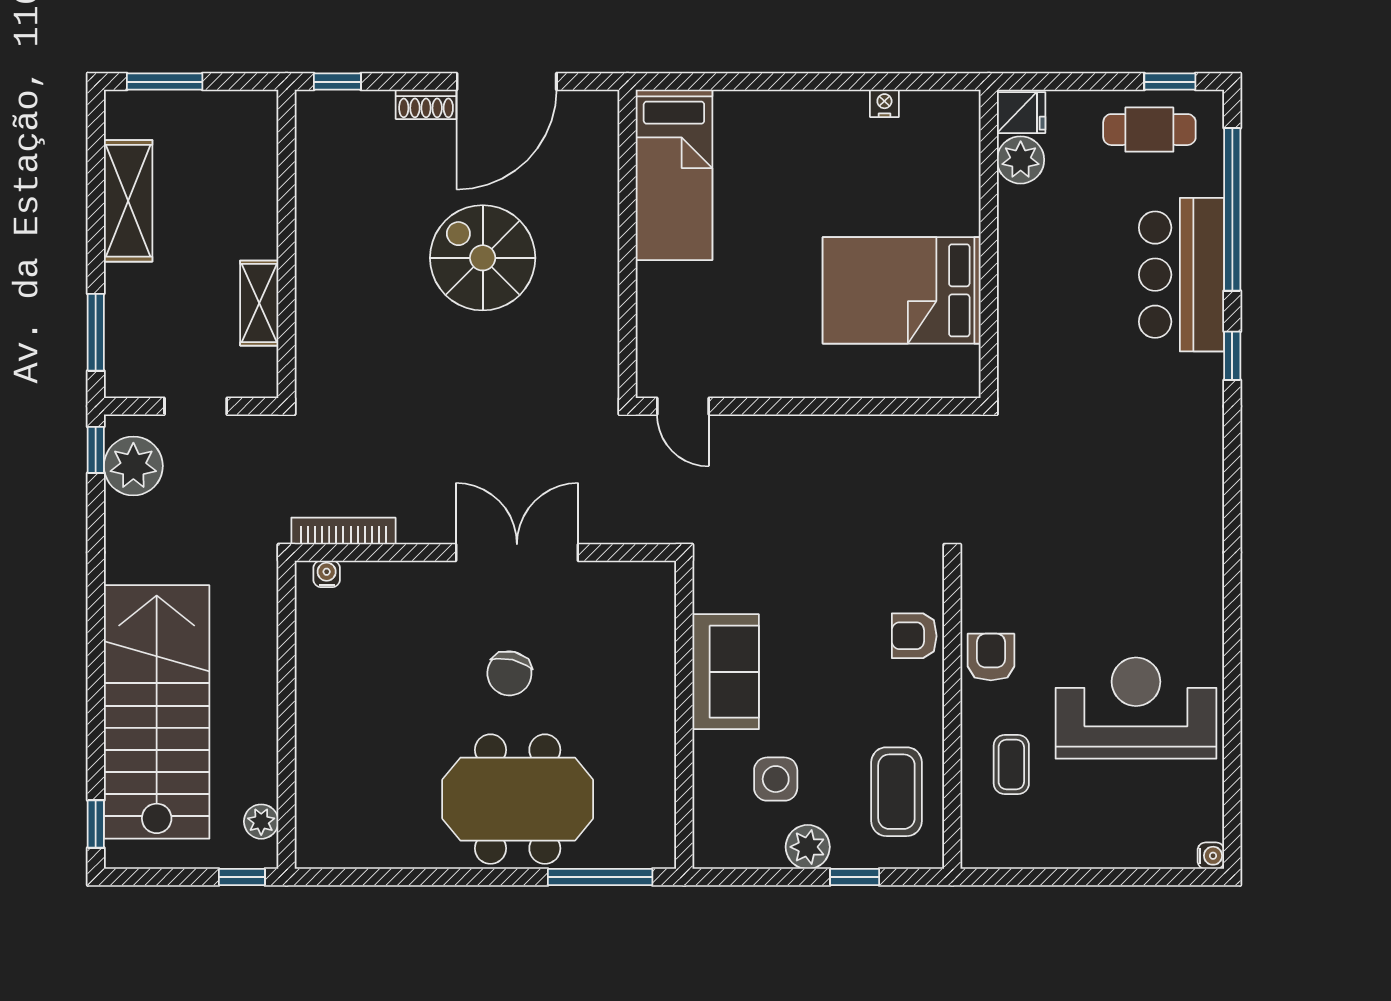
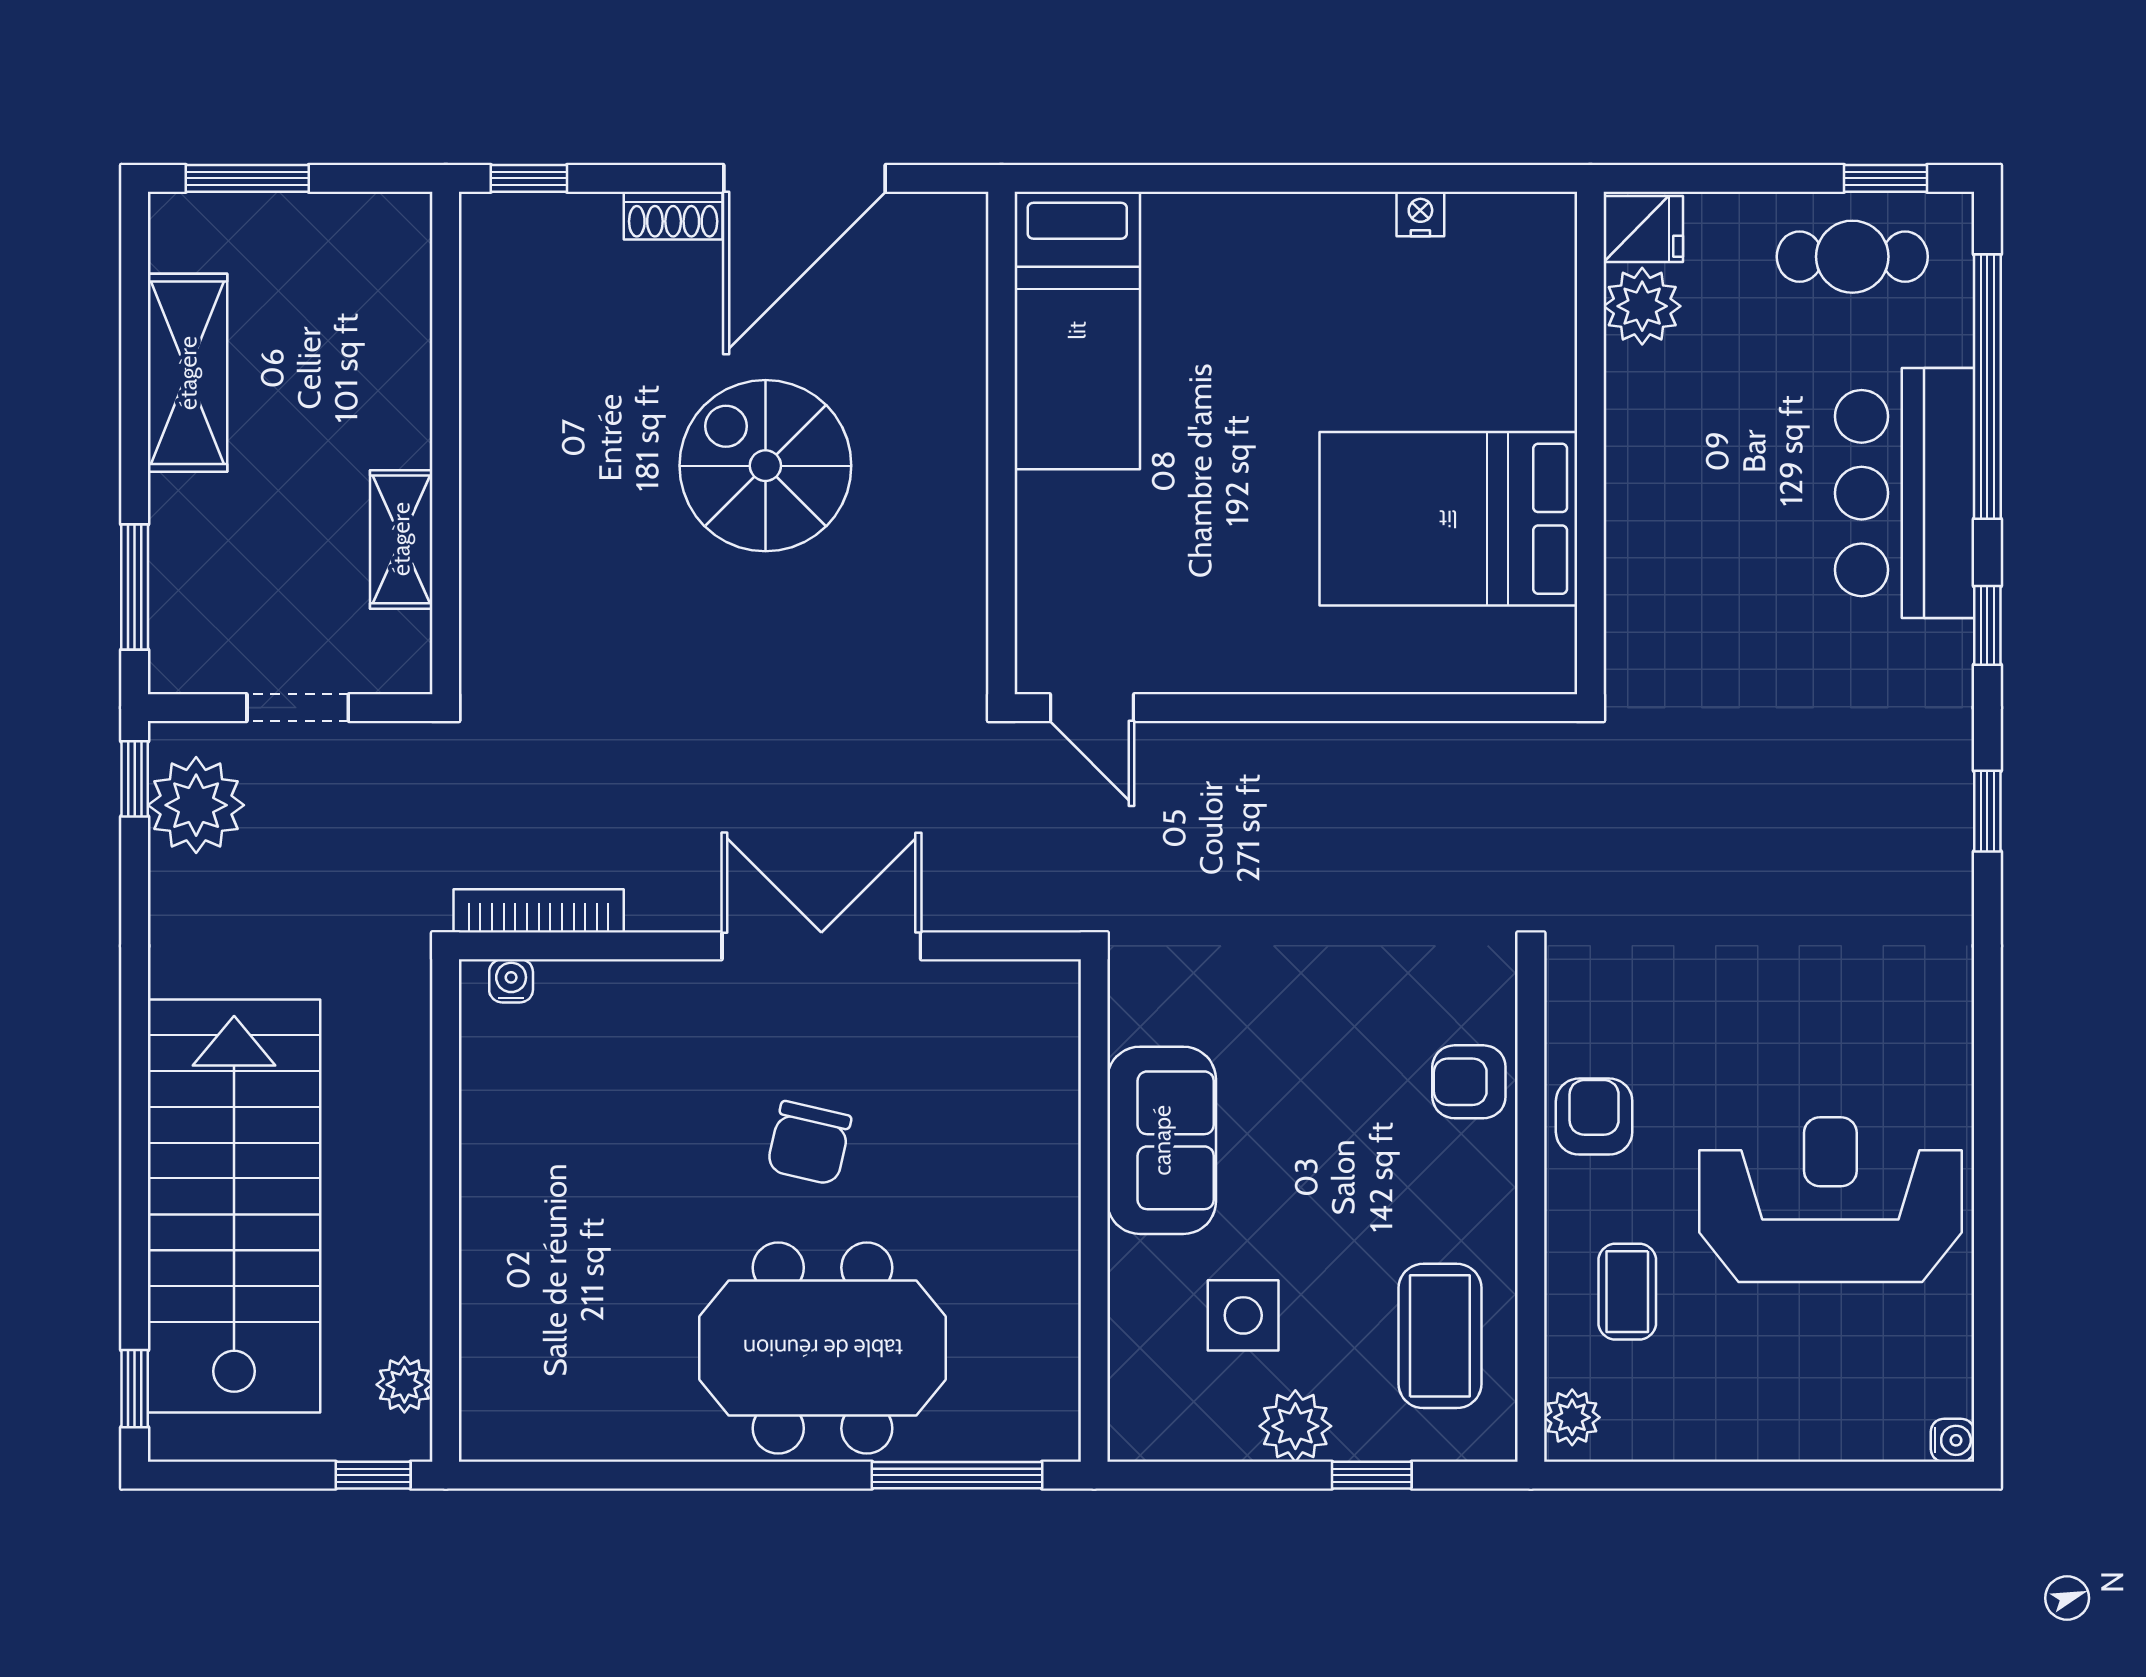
window: (1232, 470) -> (1987, 811), added
plant: (977, 842) -> (1572, 1417), added

